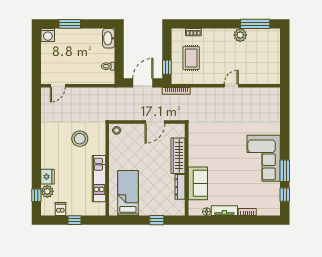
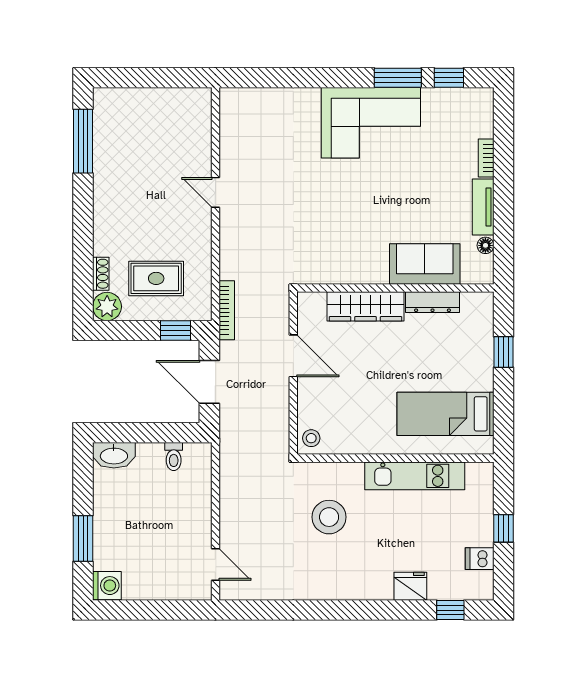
plant: (240, 35) -> (107, 307), moved
plant: (47, 191) -> (442, 587), removed

